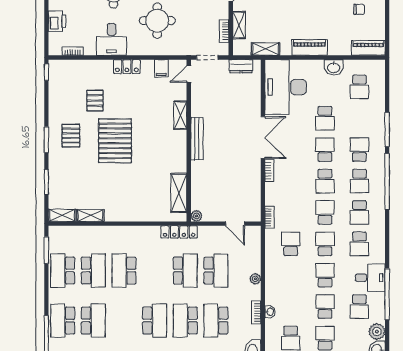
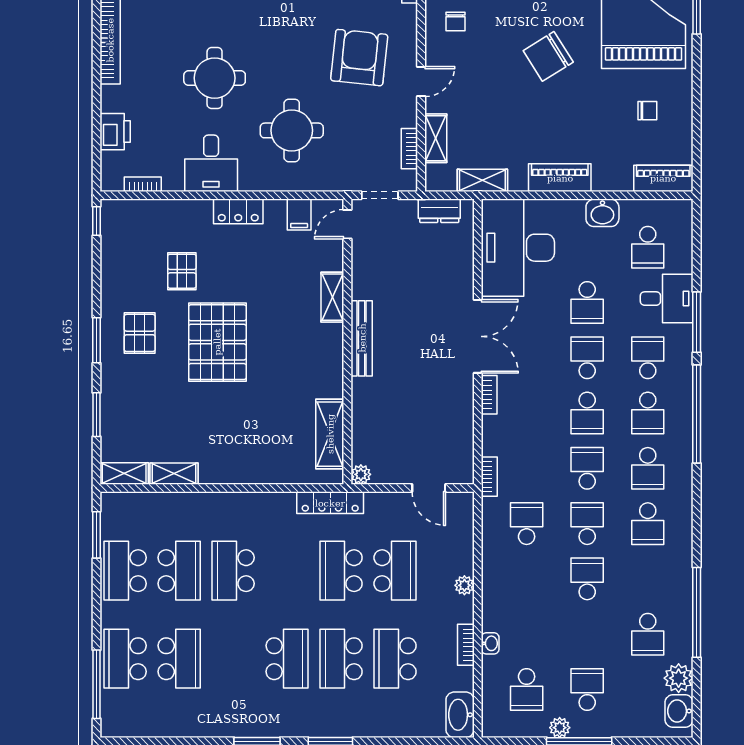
school desk: (185, 271) -> (341, 571), turned 180
desk: (370, 278) -> (667, 299), moved
school desk: (325, 307) -> (587, 634), removed

